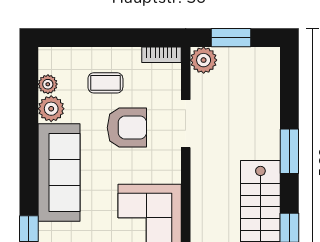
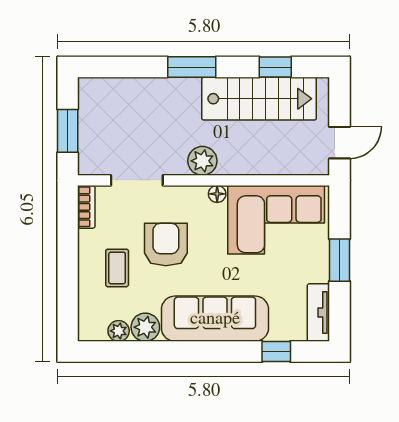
plant: (204, 60) -> (202, 161), moved
doorway: (186, 124) -> (137, 180), moved
floor lamp: (173, 174) -> (217, 194), added

